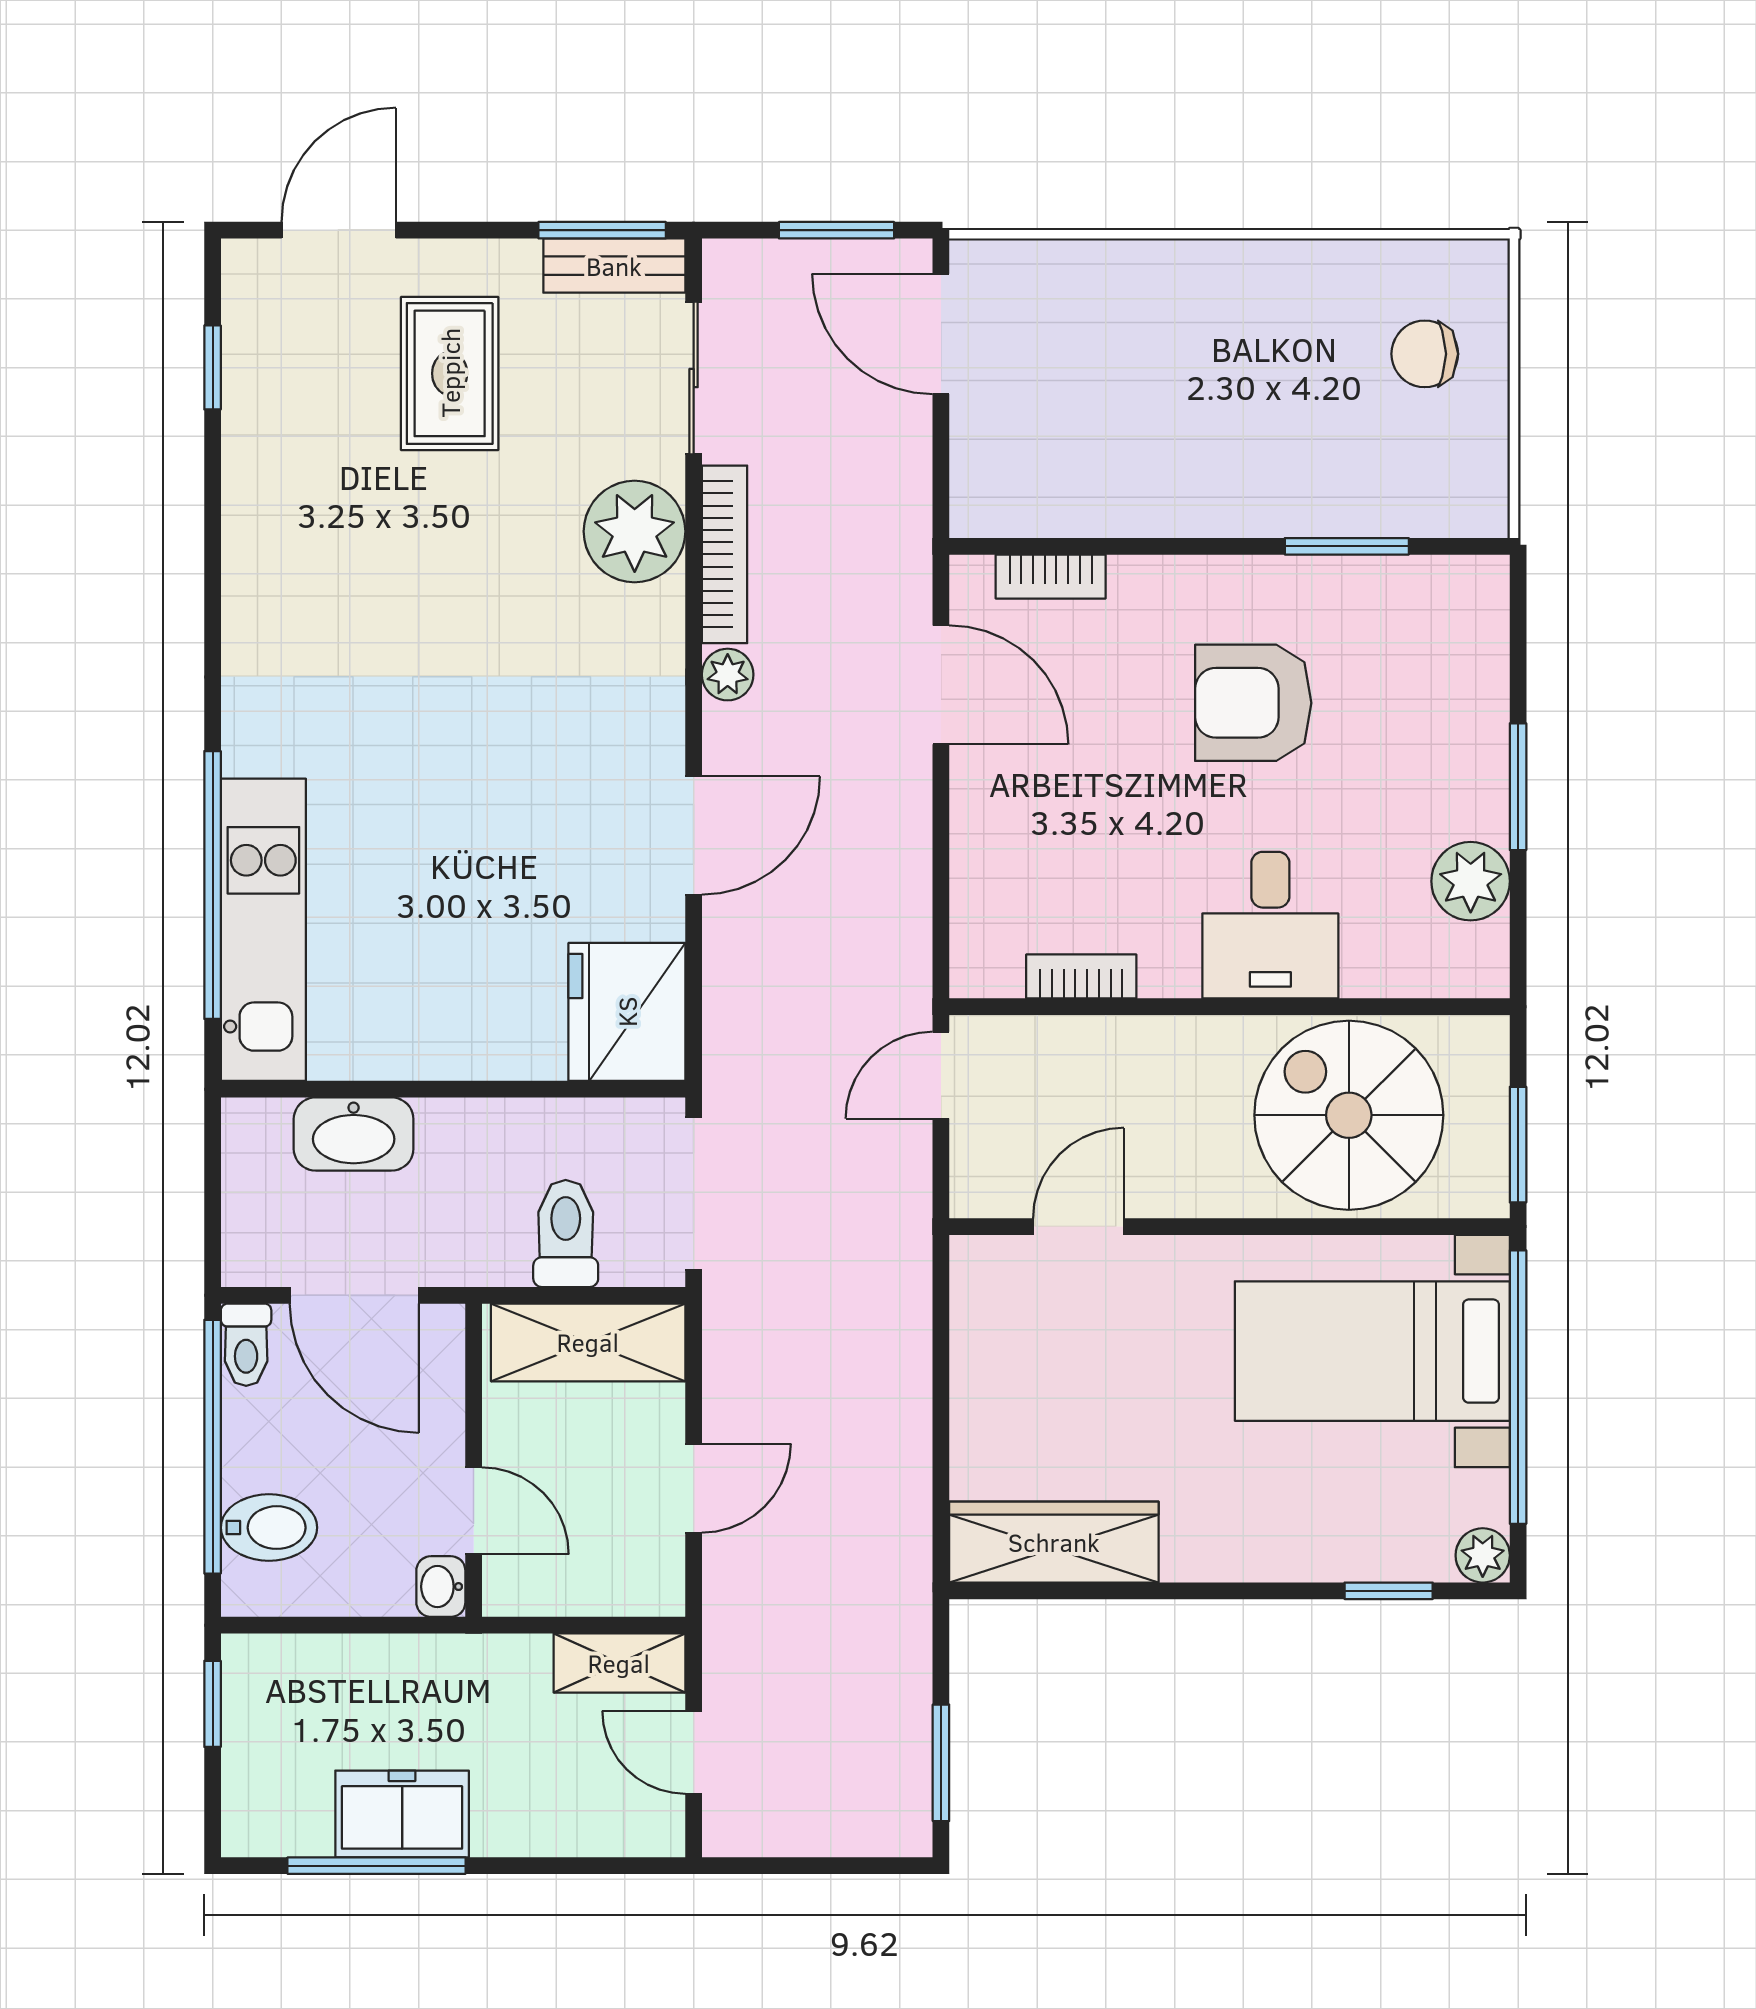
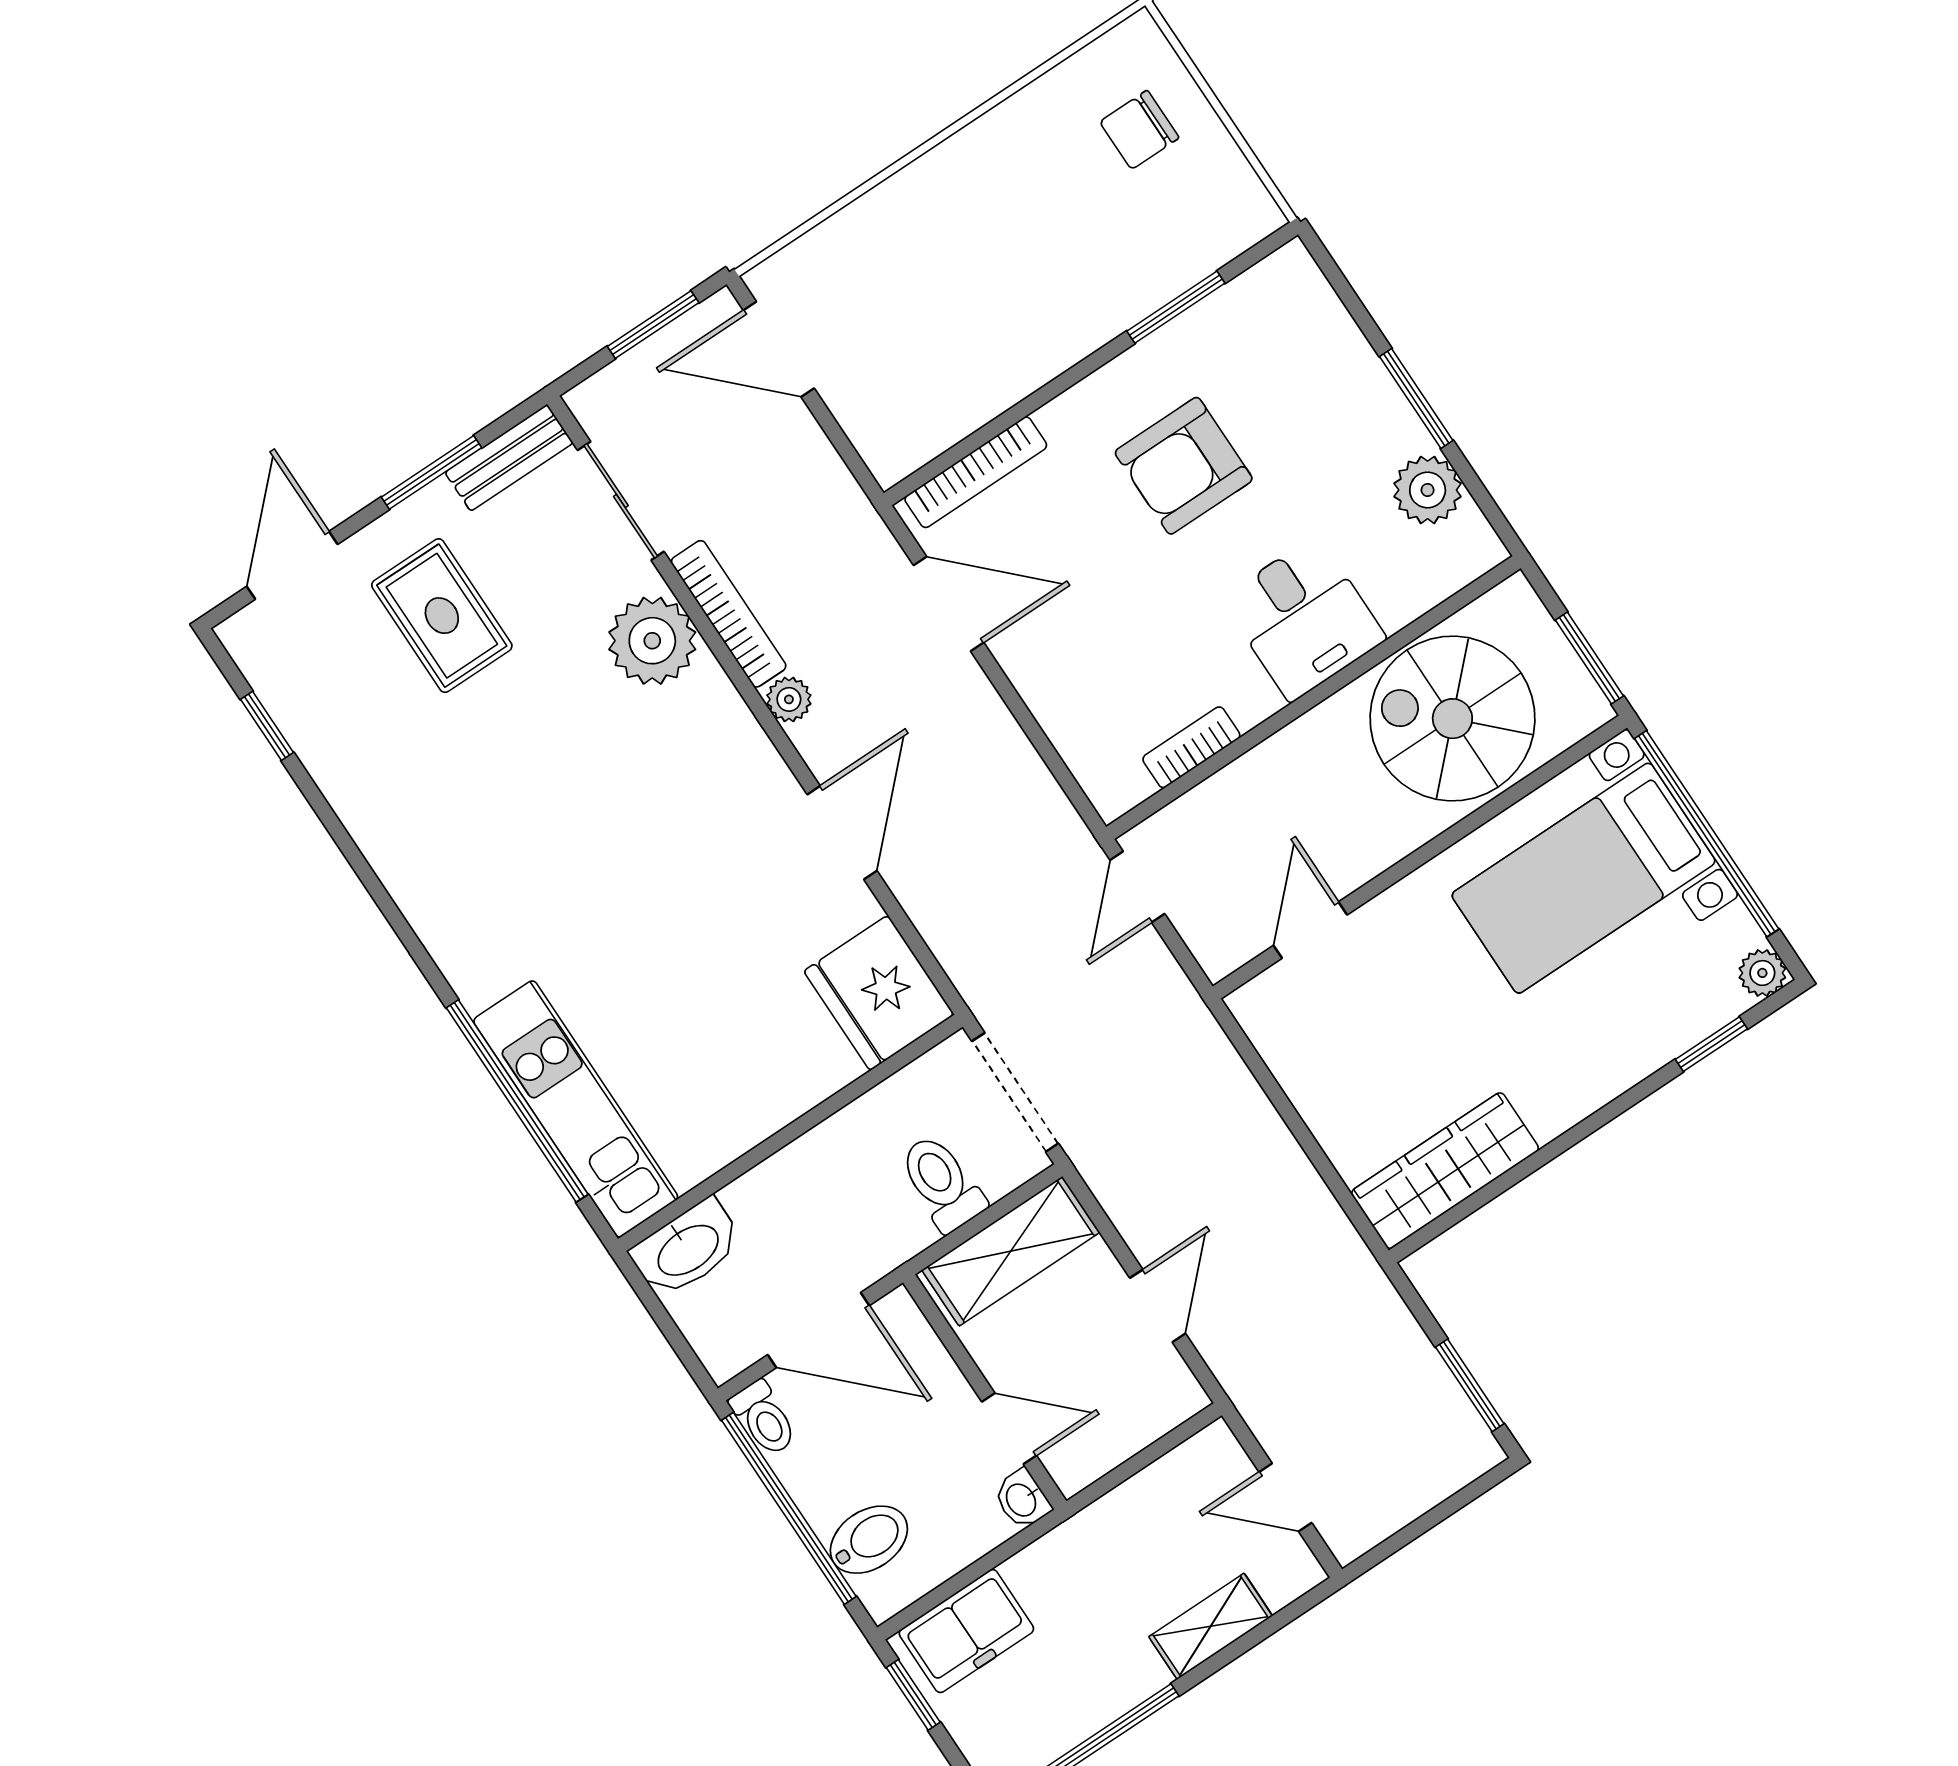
window: (602, 230) -> (432, 472), moved
bookcase: (1051, 577) -> (976, 472), width x1.56
washbasin: (354, 1134) -> (687, 1249), moved
shelving: (619, 1663) -> (1211, 1626), moved
freezer: (402, 1814) -> (966, 1631), moved, turned 180

